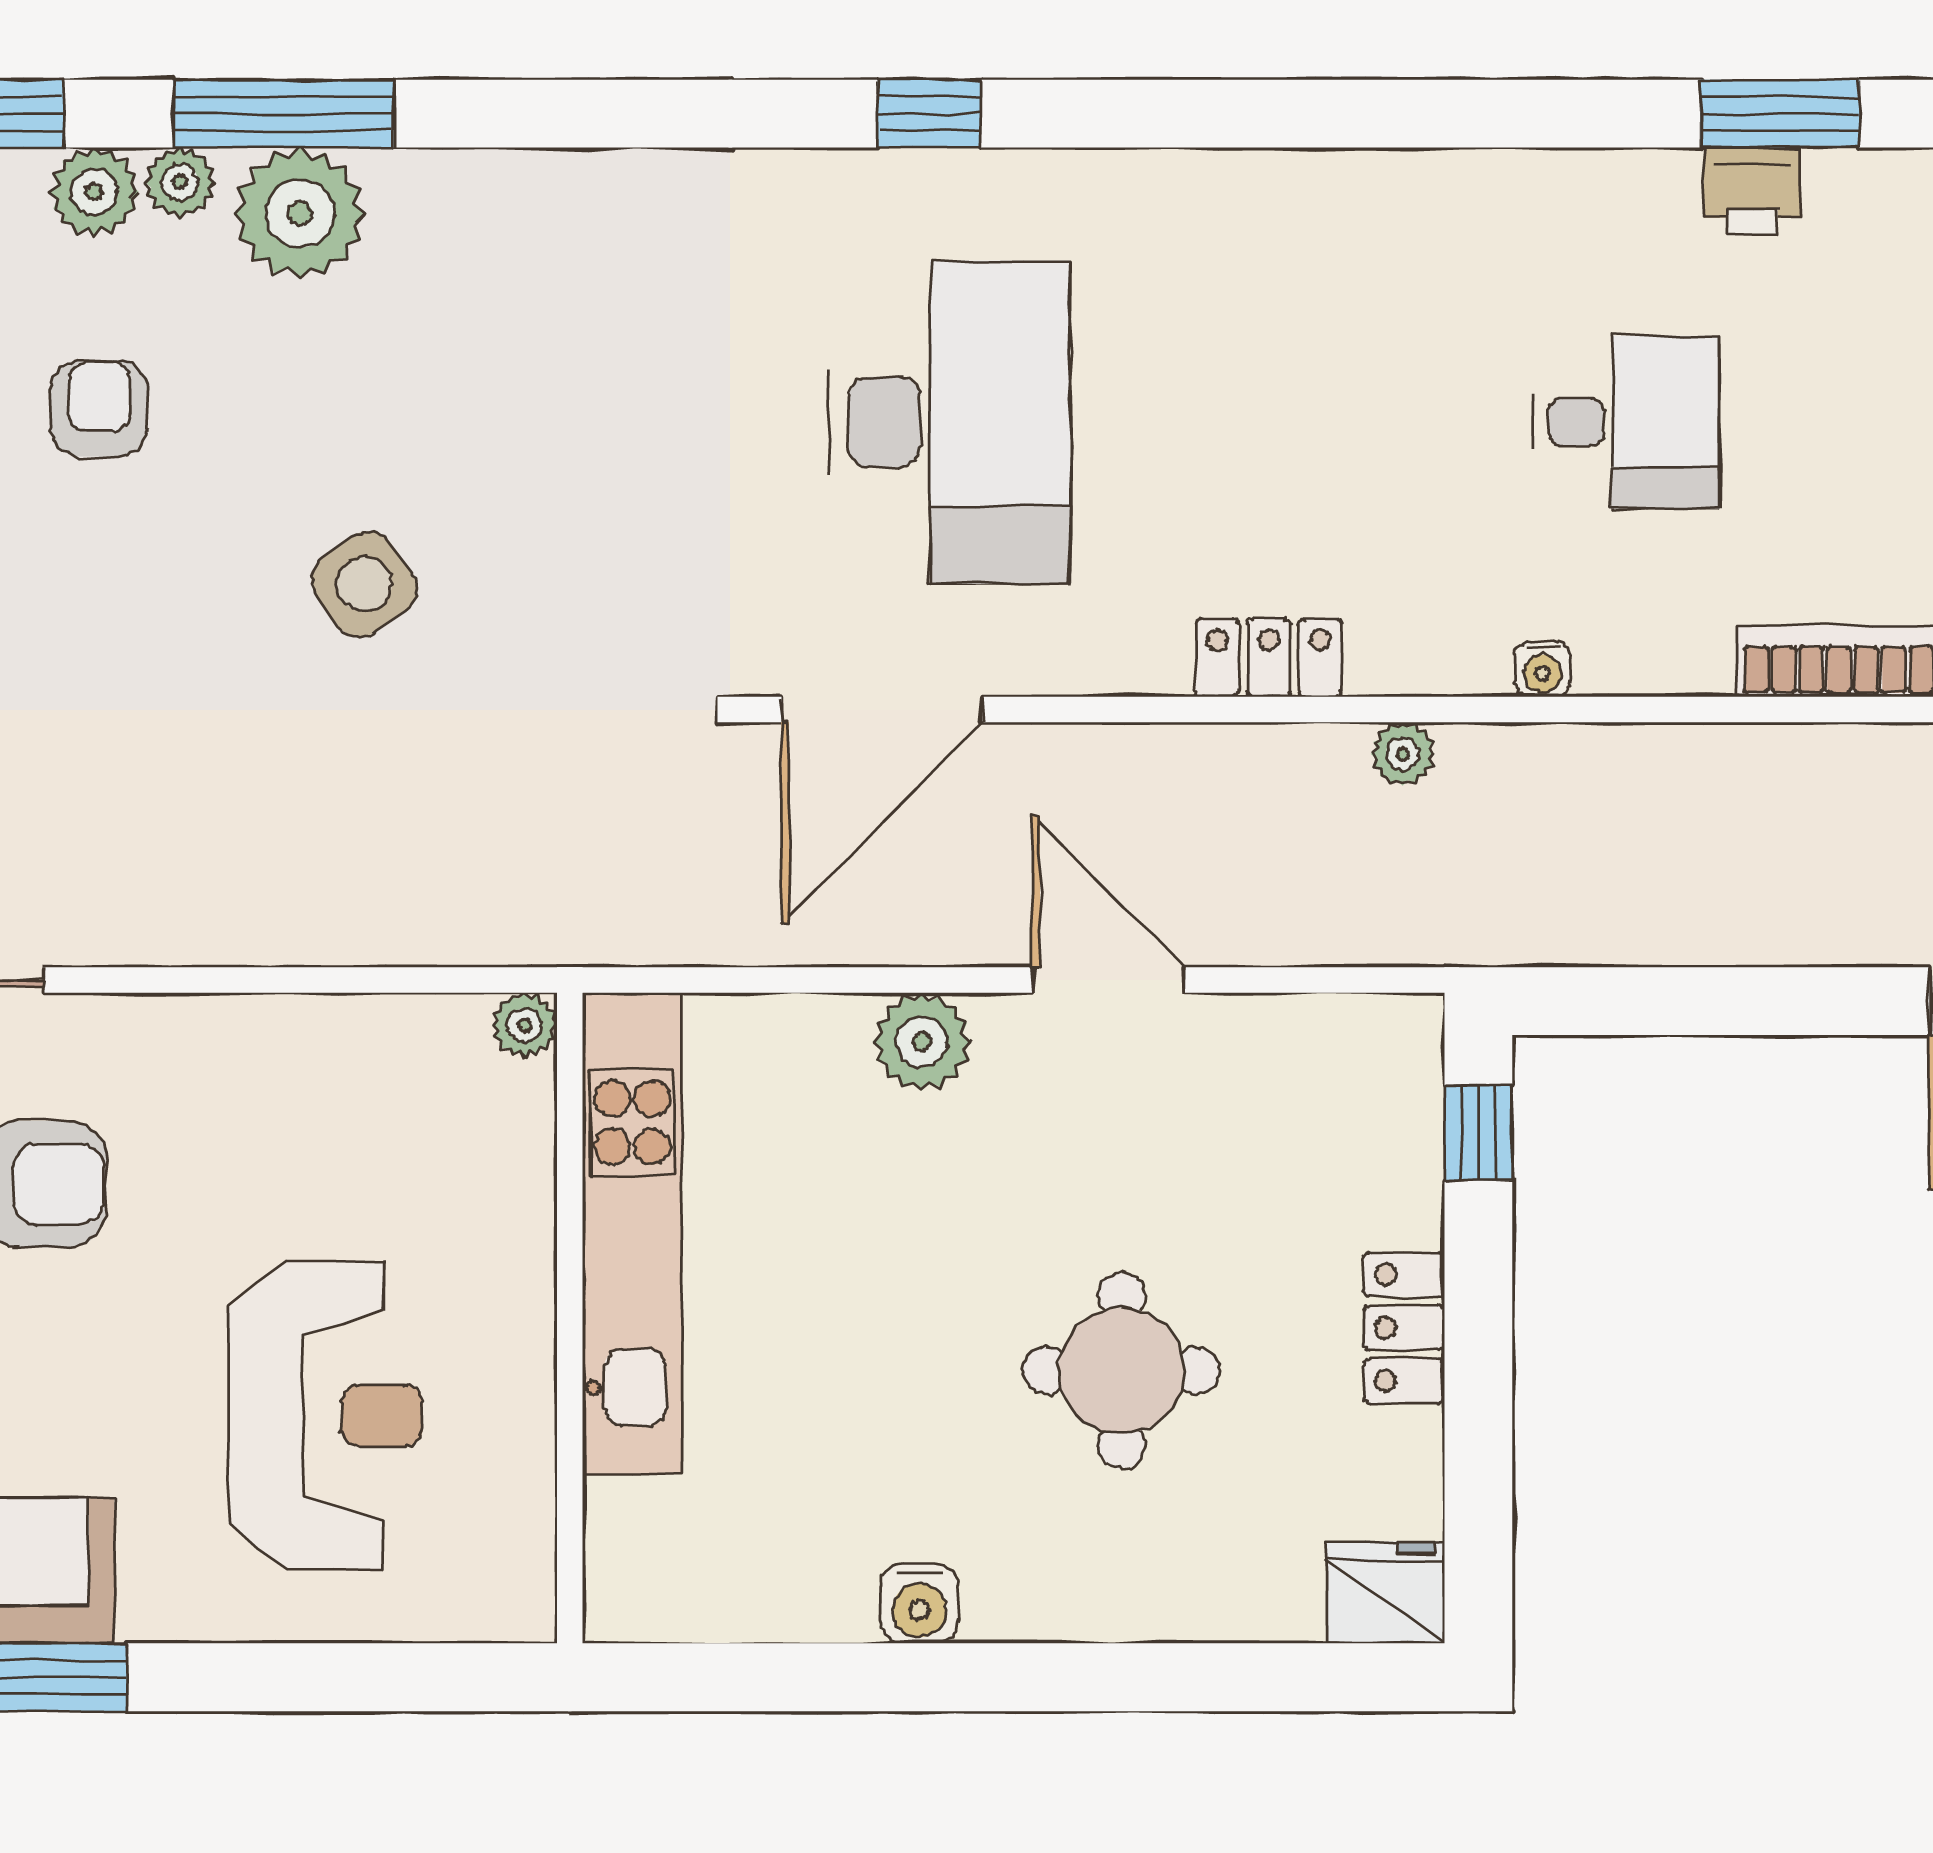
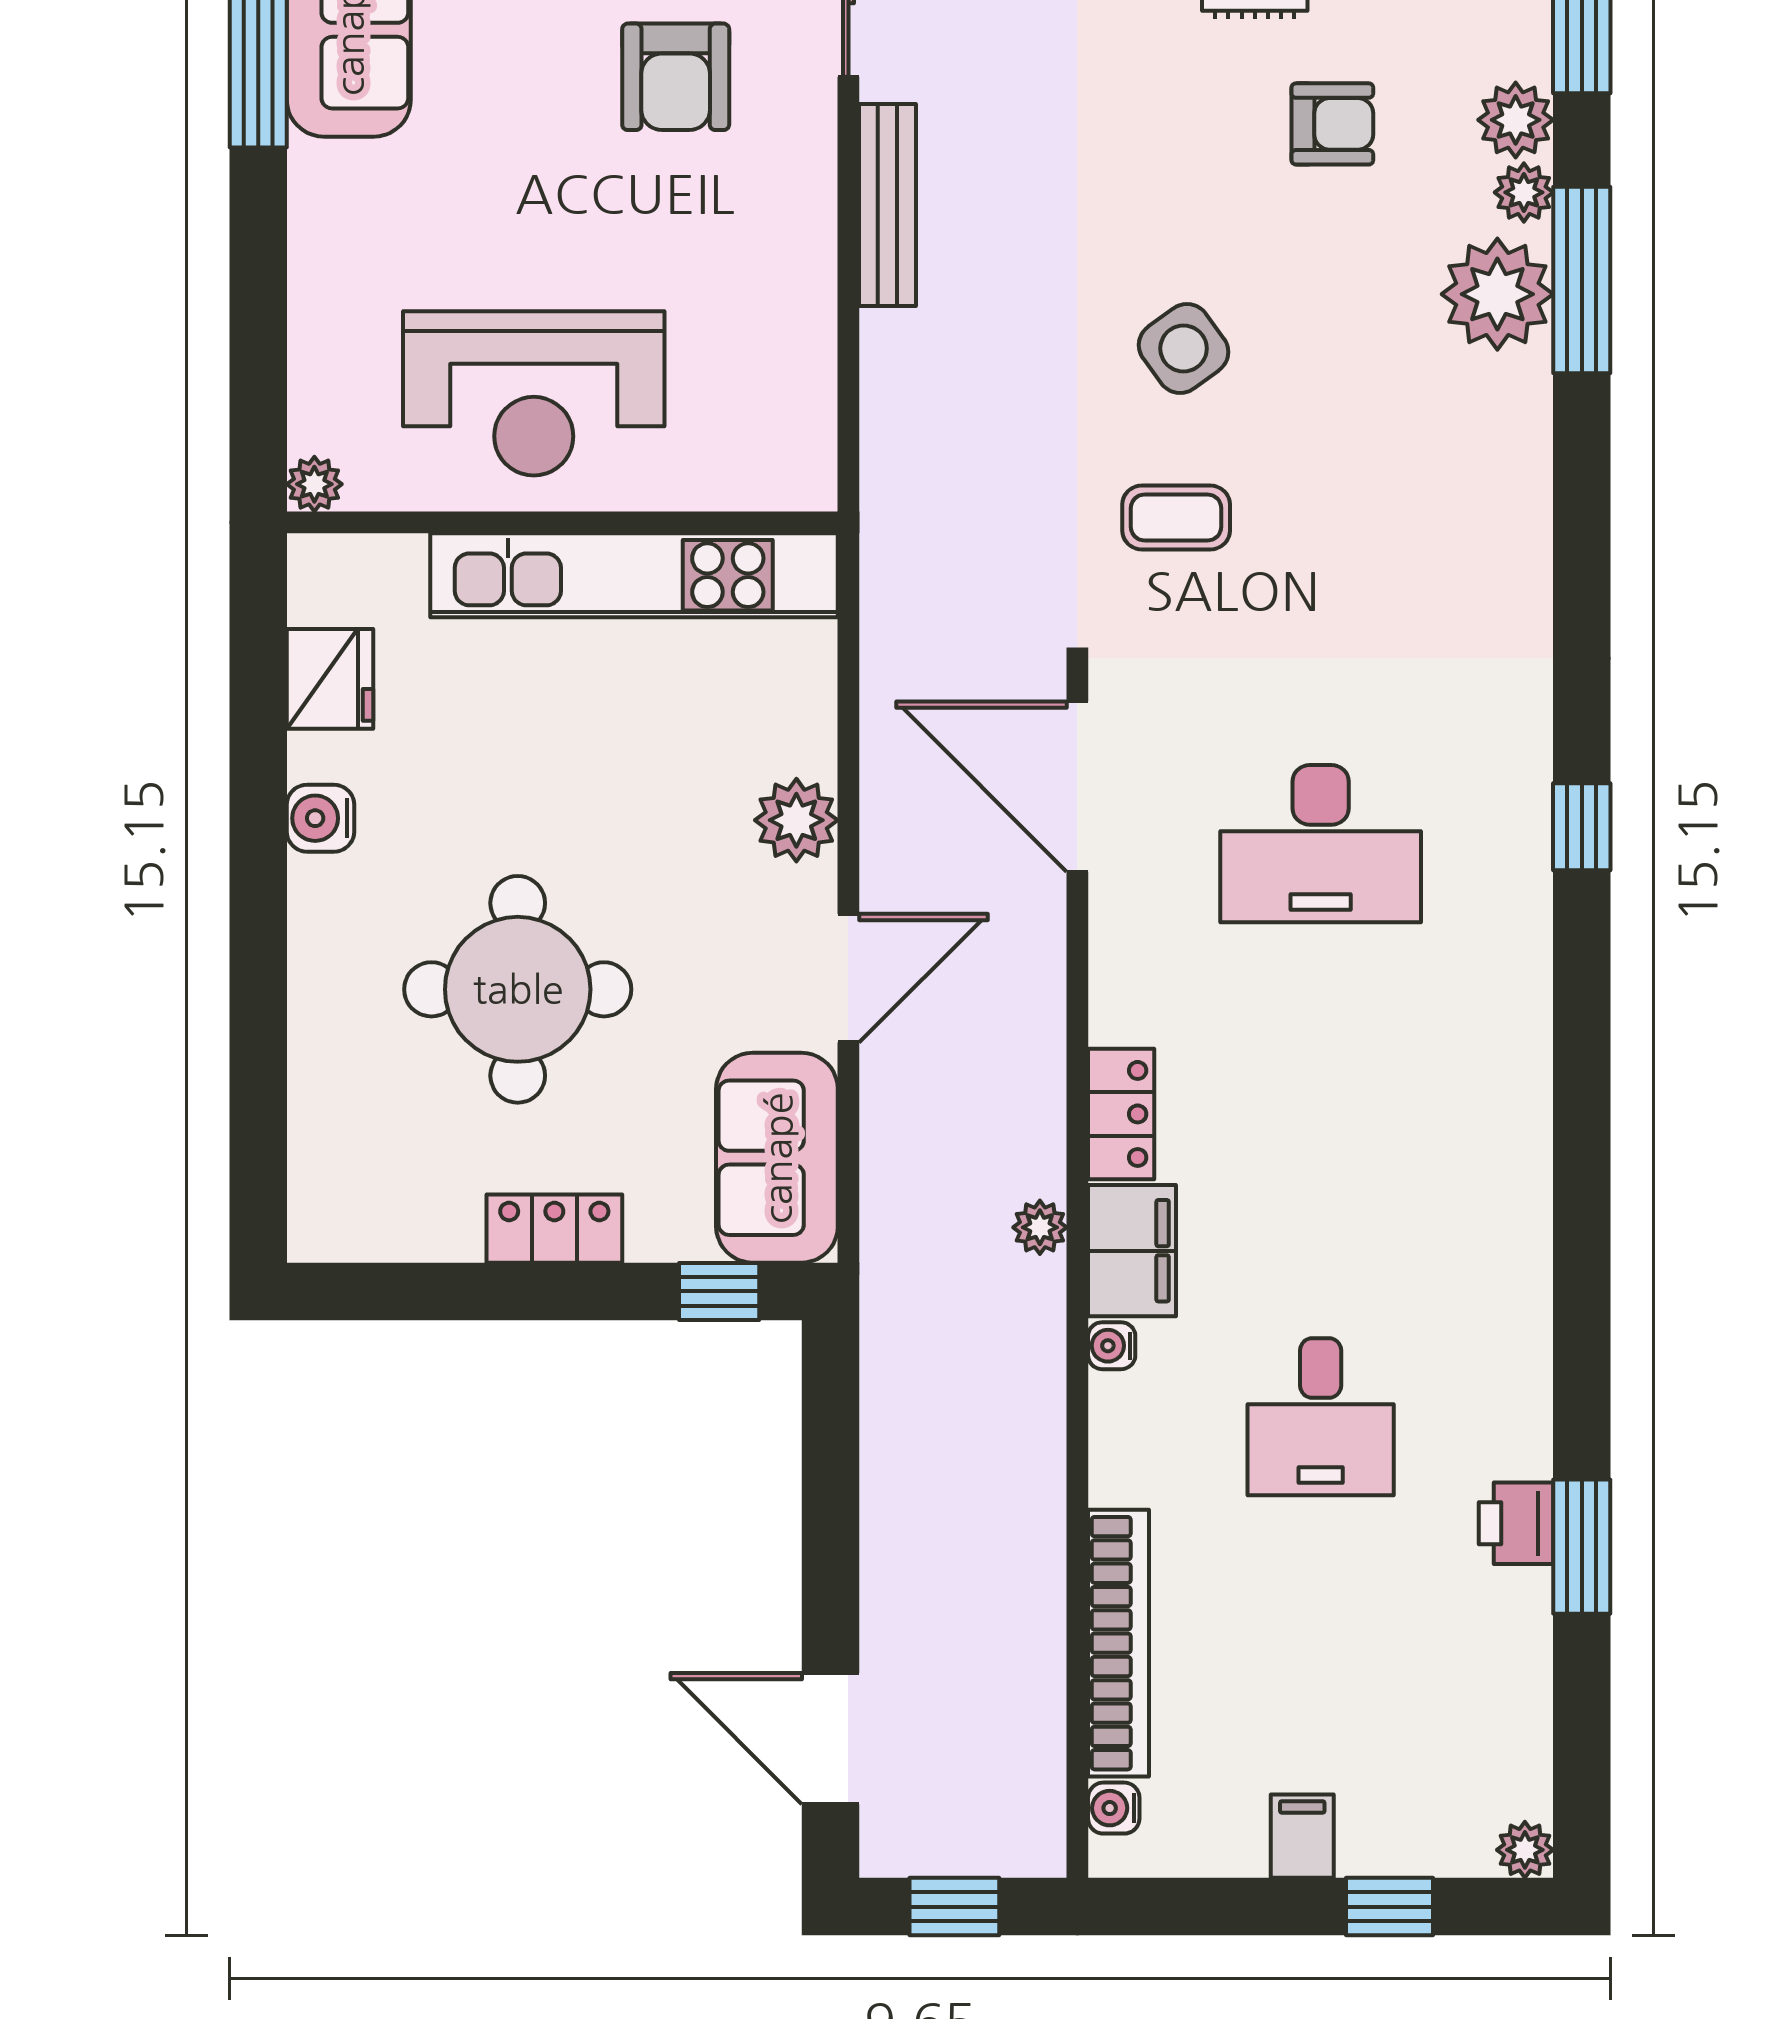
desk: (949, 422) -> (1321, 844), width x0.73, depth x0.77
coffee table: (564, 593) -> (1176, 517), added
filing cabinet: (1430, 645) -> (1132, 1251), added
bench: (195, 934) -> (888, 205), added
plant: (525, 1025) -> (314, 484), moved
sofa: (1320, 1064) -> (777, 1158), added
round table: (1121, 1371) -> (518, 989), width x1.36, depth x1.36
reception desk: (326, 1415) -> (534, 393), moved
fridge: (1385, 1593) -> (330, 679), moved

